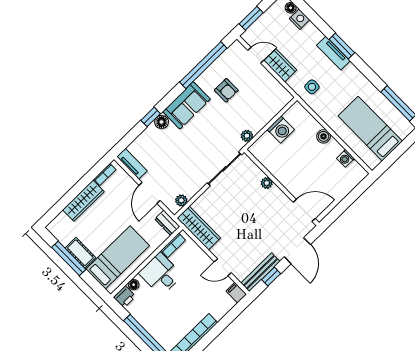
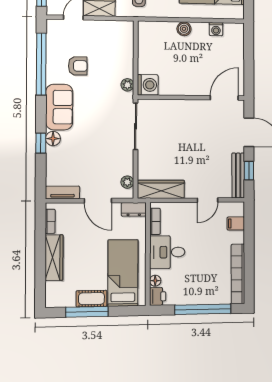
washing machine: (281, 130) -> (148, 85), moved
plant: (267, 183) -> (177, 105), removed
filing cabinet: (236, 293) -> (236, 223), moved

